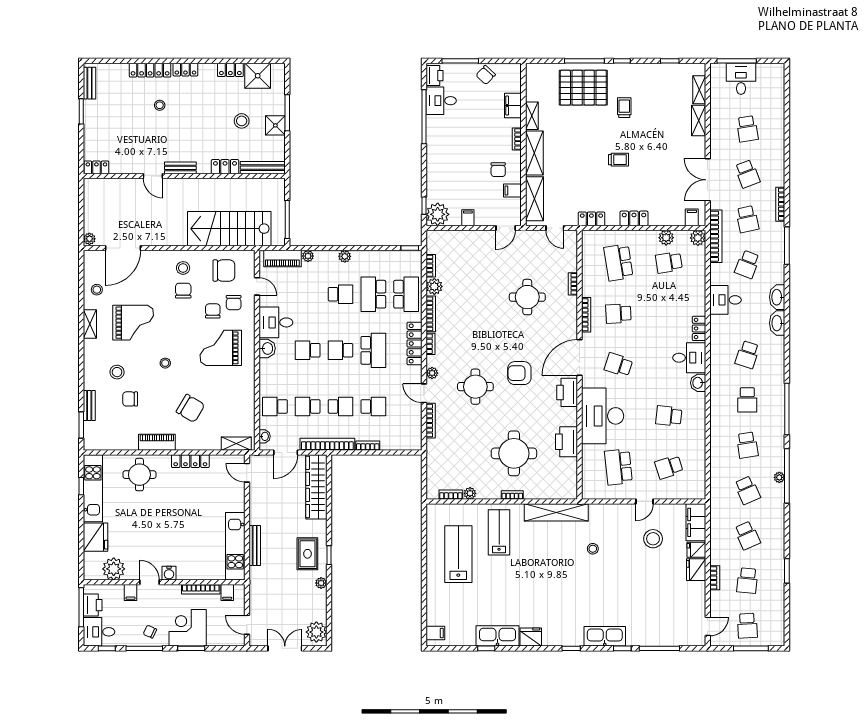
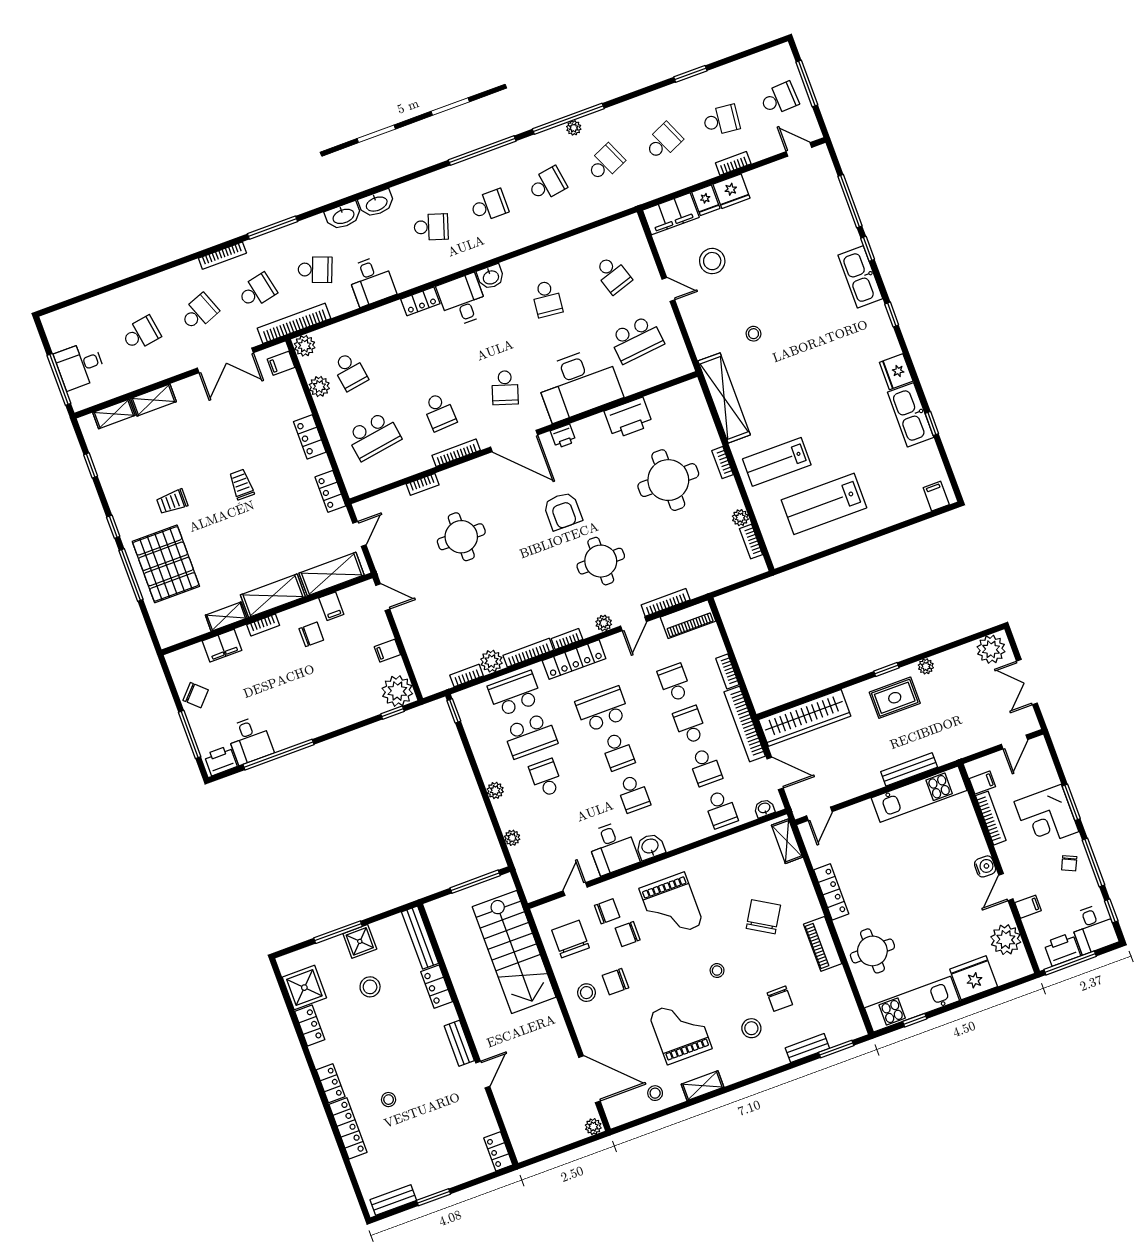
piano: (282, 259) -> (688, 619), moved, turned 90
printer: (567, 392) -> (563, 436), width x0.53, depth x0.68

